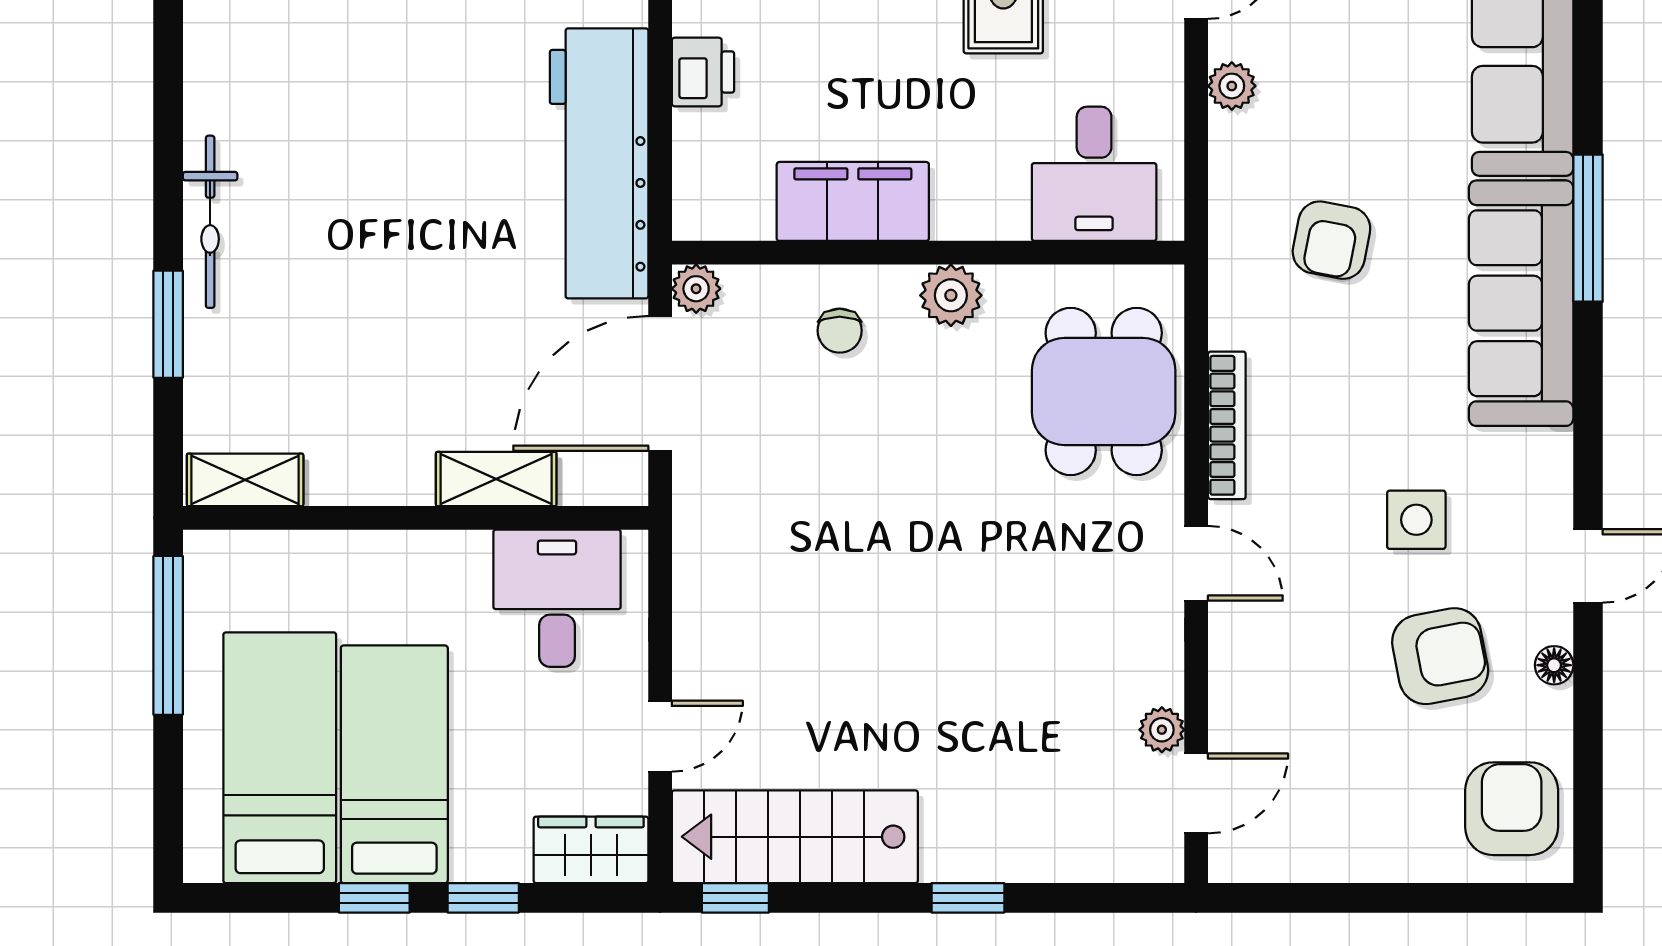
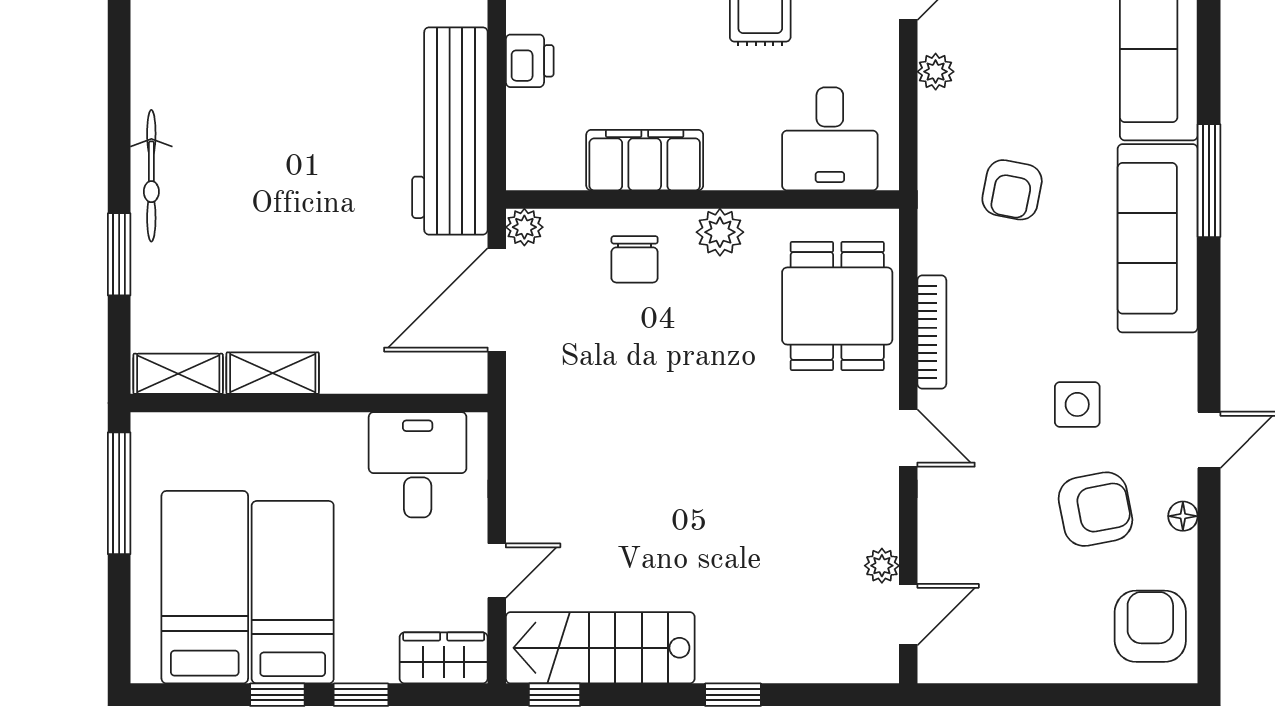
chair: (840, 331) -> (635, 259), width x1.37, depth x1.37
shelving: (496, 479) -> (273, 373), moved

